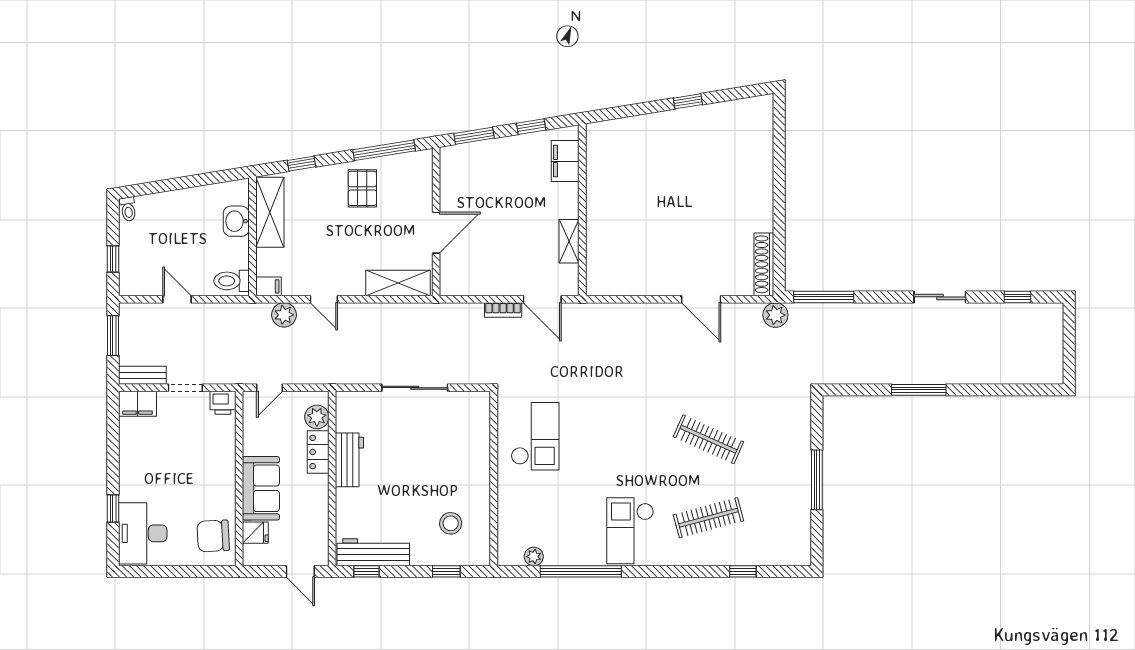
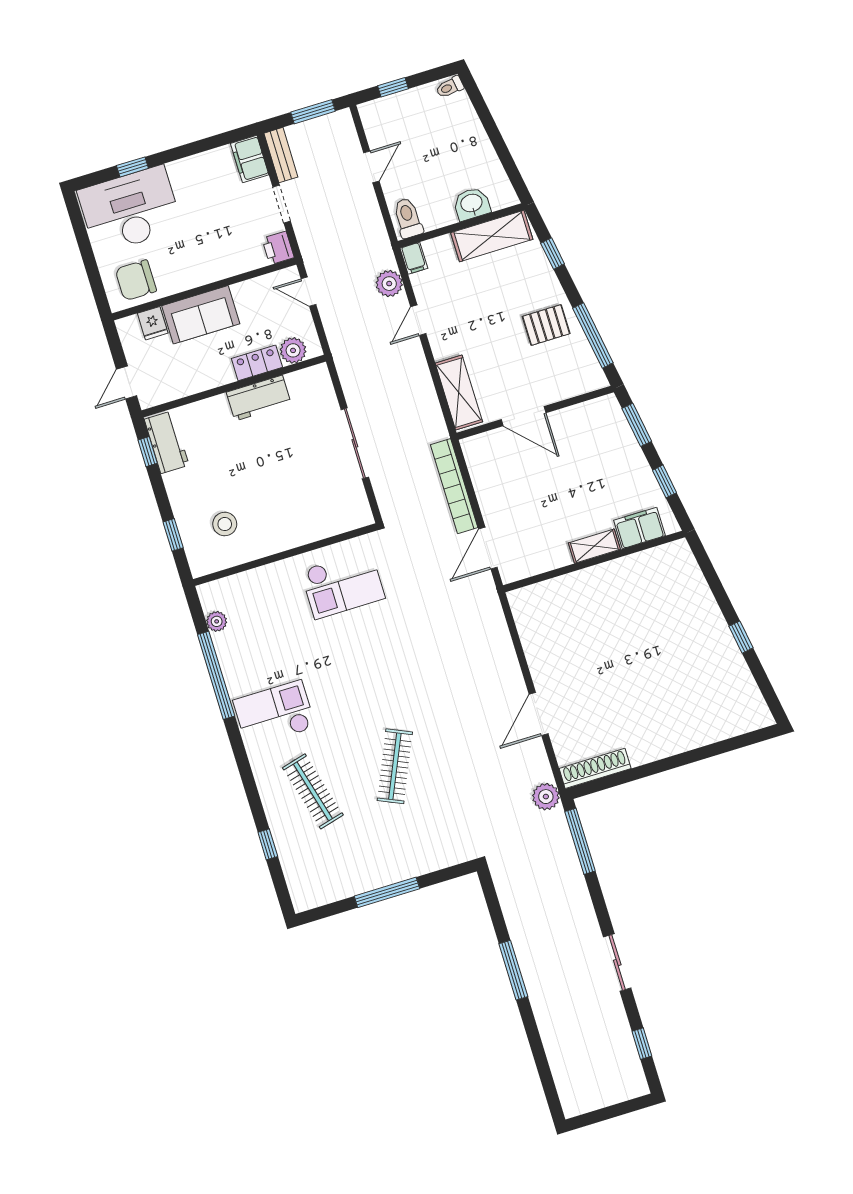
shelving: (569, 241) -> (594, 546), moved
bookcase: (503, 310) -> (454, 486), width x2.31, depth x1.31
desk: (143, 533) -> (130, 210), width x1.36, depth x1.30
chair: (213, 536) -> (136, 280), turned -87
workbench: (373, 552) -> (167, 442), width x0.73

